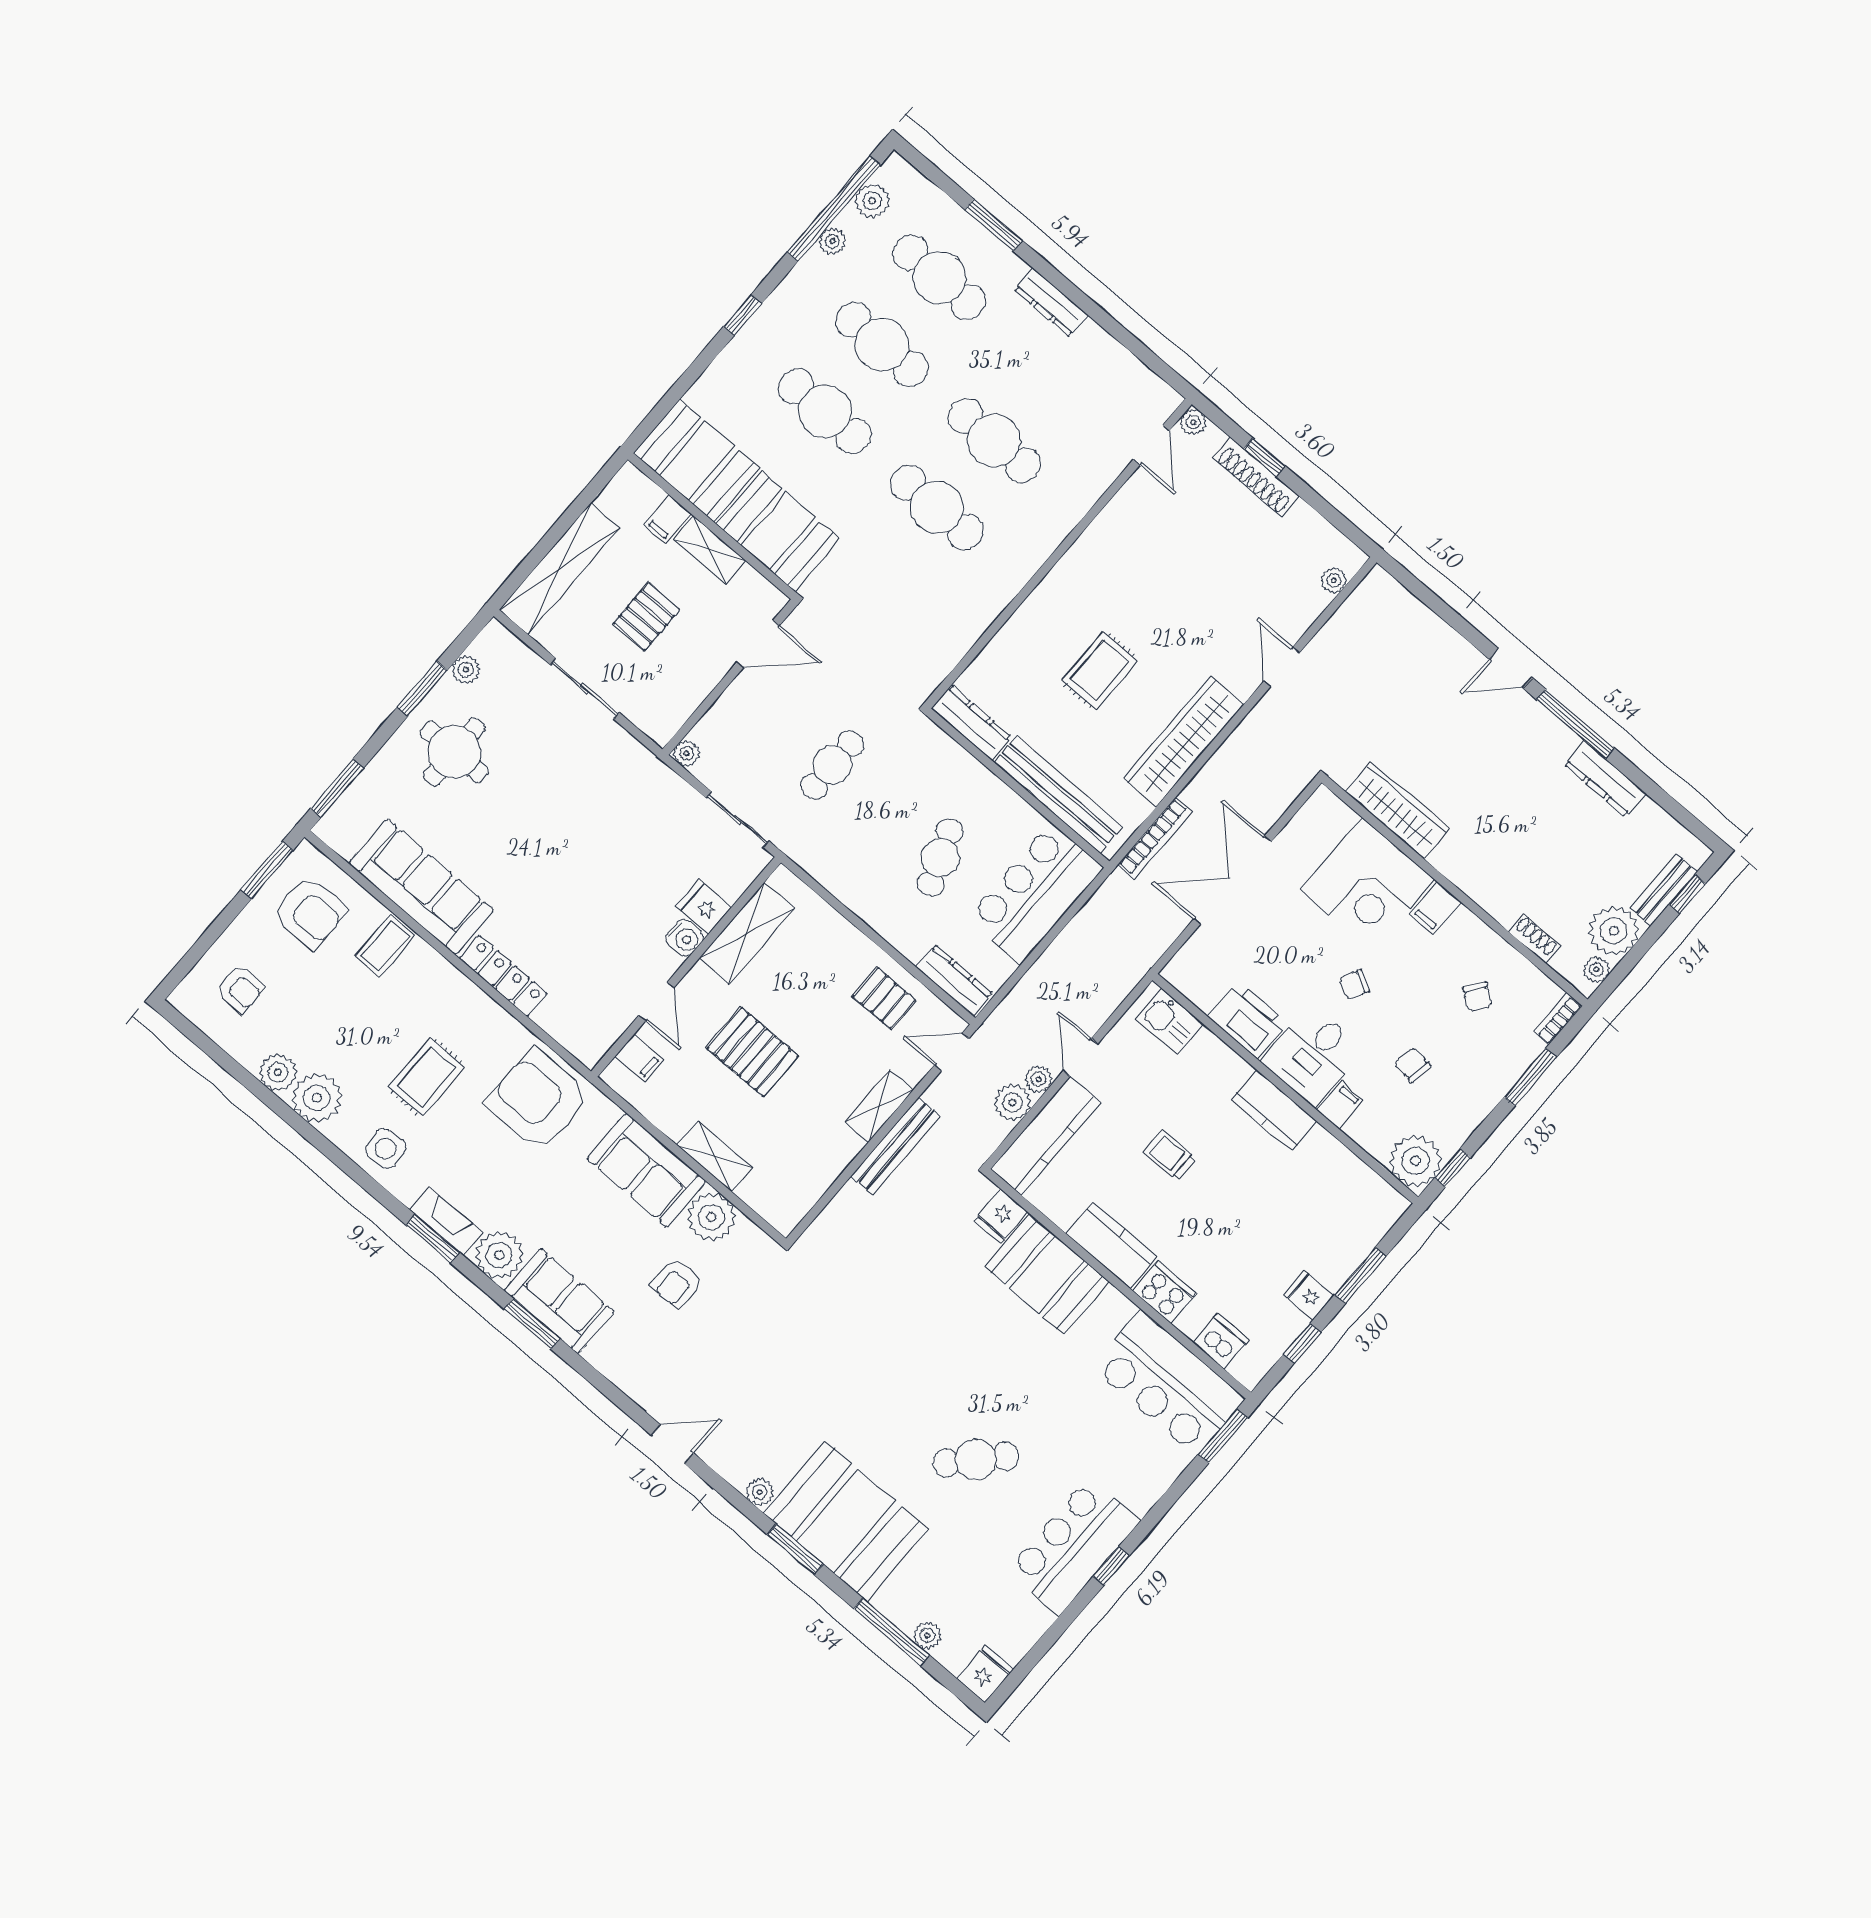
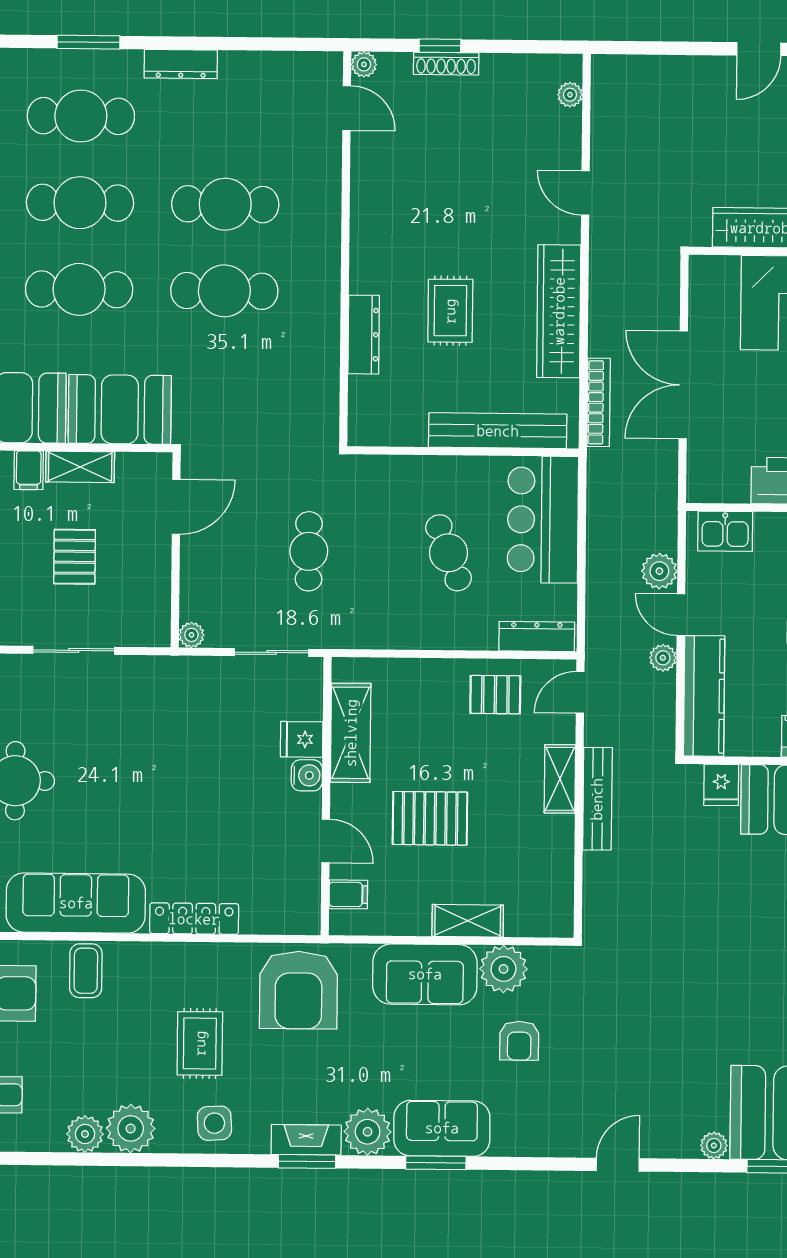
shoe rack: (1256, 477) -> (446, 64), width x0.74, depth x0.81
dresser: (971, 722) -> (364, 335), moved, turned 90
armchair: (538, 1100) -> (299, 990), turned -90
plant: (1012, 1103) -> (659, 571), moved

